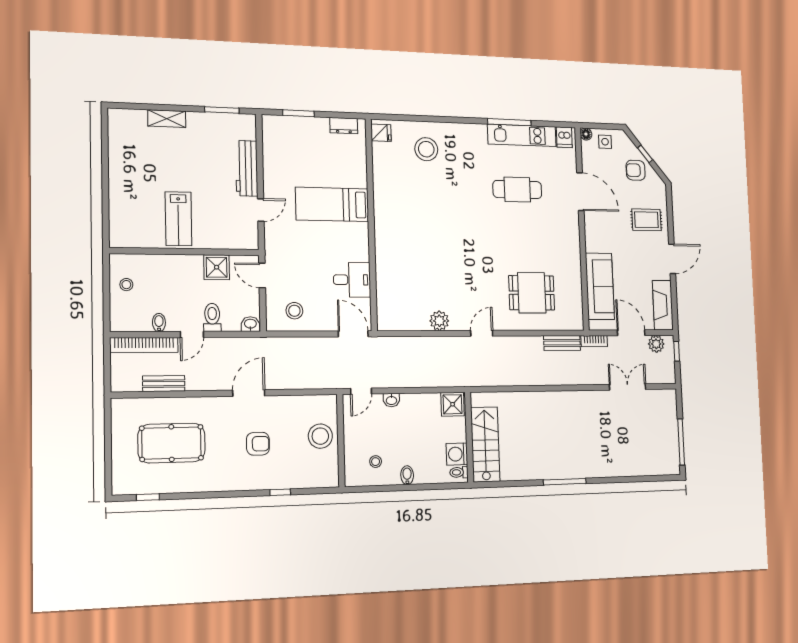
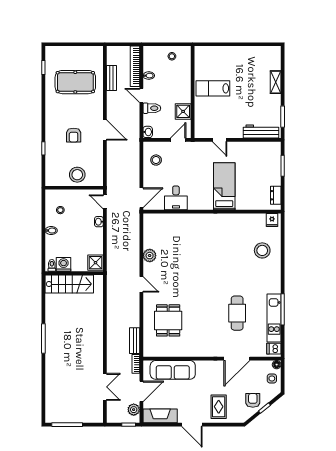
workbench: (247, 168) -> (261, 132), moved
pool table: (172, 443) -> (75, 82), turned 90

